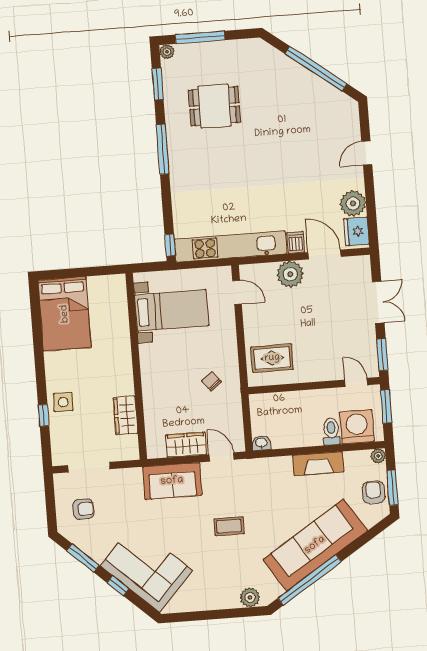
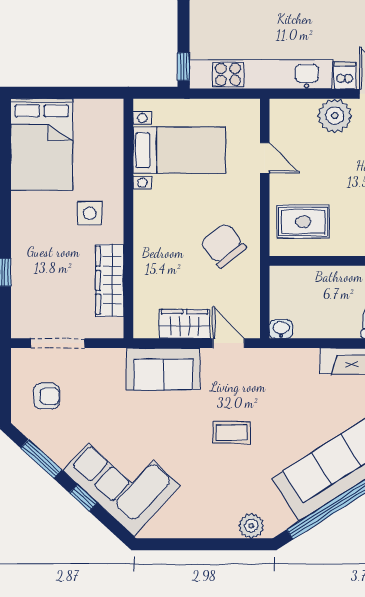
door: (237, 292) -> (265, 158), moved
chair: (212, 381) -> (223, 245), width x1.87, depth x1.87
side table: (63, 402) -> (90, 213), moved
wardrobe: (125, 415) -> (110, 280), width x1.50

